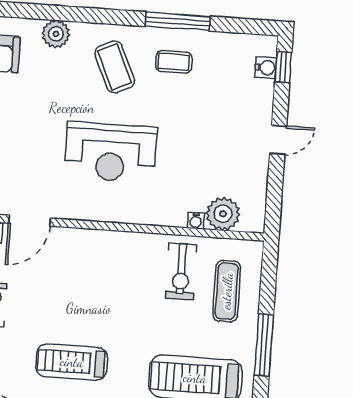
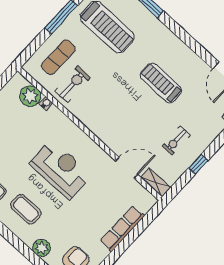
coffee table: (115, 67) -> (26, 209), turned -66
treadmill: (72, 362) -> (161, 83), turned 180

